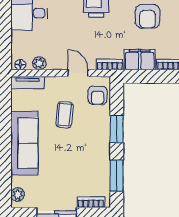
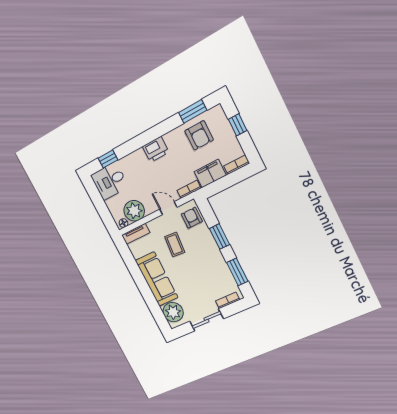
plant: (39, 63) -> (134, 211), width x1.87, depth x1.87
armchair: (98, 95) -> (192, 218), turned 180
plant: (18, 195) -> (173, 312), width x1.88, depth x1.88

